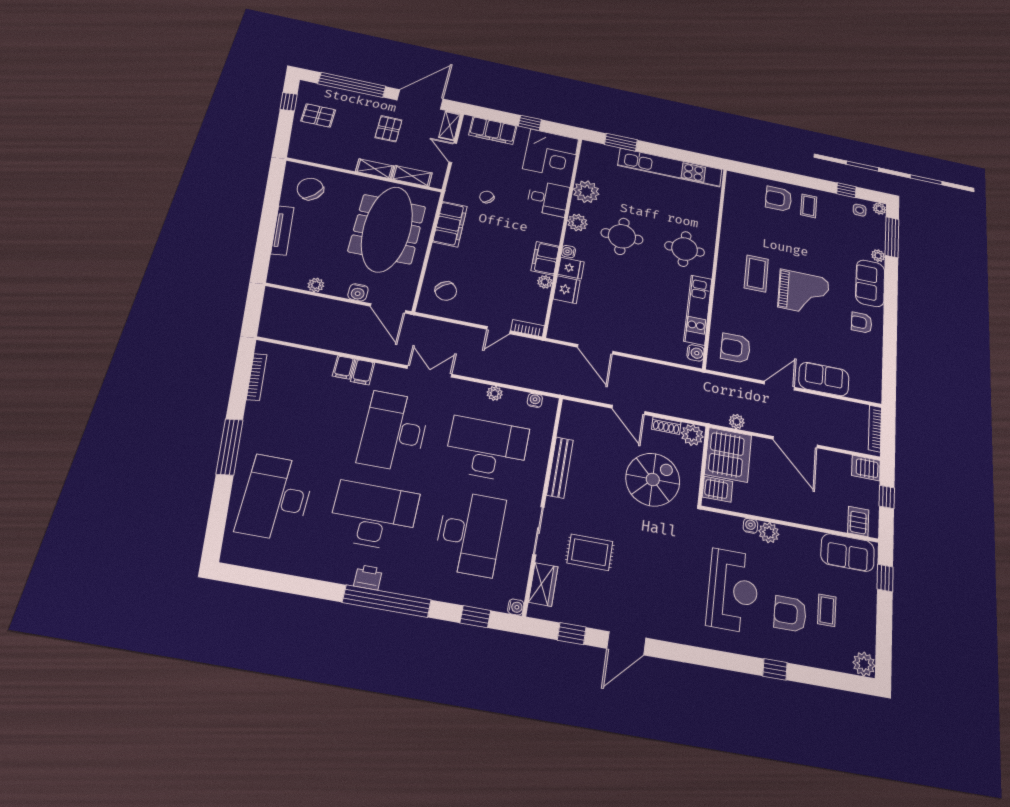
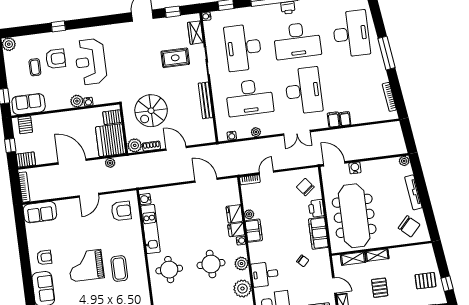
printer: (440, 257) -> (316, 208), added
plant: (316, 285) -> (404, 161), moved
sofa: (824, 379) -> (40, 212), moved

